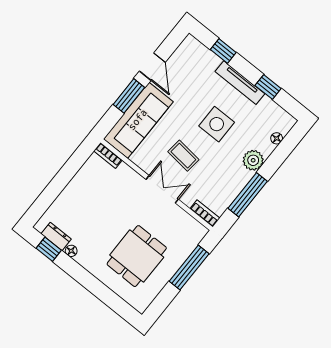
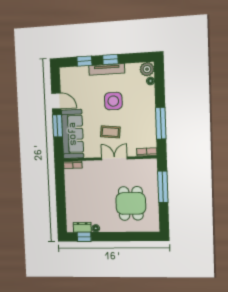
window: (268, 87) -> (110, 59), moved
plant: (253, 160) -> (147, 69), moved

